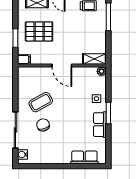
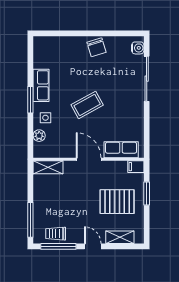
plant: (101, 71) -> (39, 136), moved
coffee table: (41, 102) -> (87, 105), moved
chair: (43, 125) -> (97, 47), moved
row of seats: (84, 157) -> (121, 150), moved, turned 180

